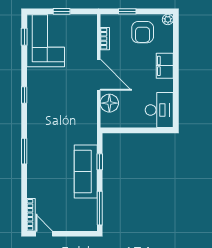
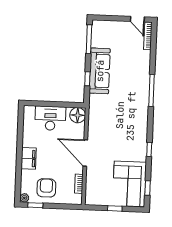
window: (127, 11) -> (35, 205), moved
window: (24, 95) -> (149, 149), moved
floor lamp: (109, 103) -> (78, 115), moved
desk: (159, 110) -> (50, 118), moved, turned 90
window: (24, 151) -> (152, 90), width x1.44

